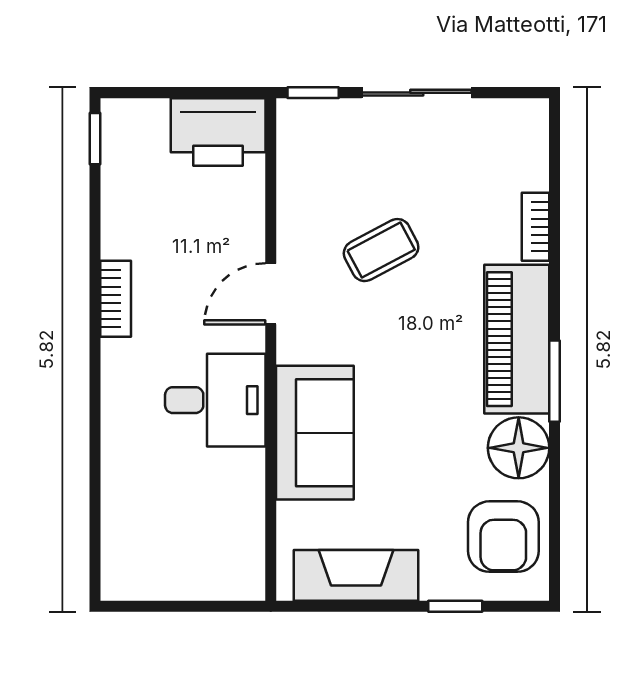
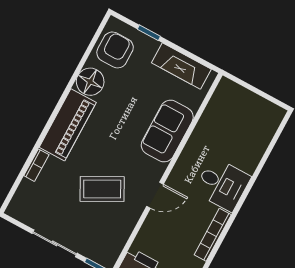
coffee table: (381, 250) -> (102, 189), width x1.36, depth x1.30
bookcase: (116, 299) -> (213, 235), width x1.56
window: (555, 381) -> (62, 100), removed
desk: (215, 400) -> (222, 184), moved, turned 180

